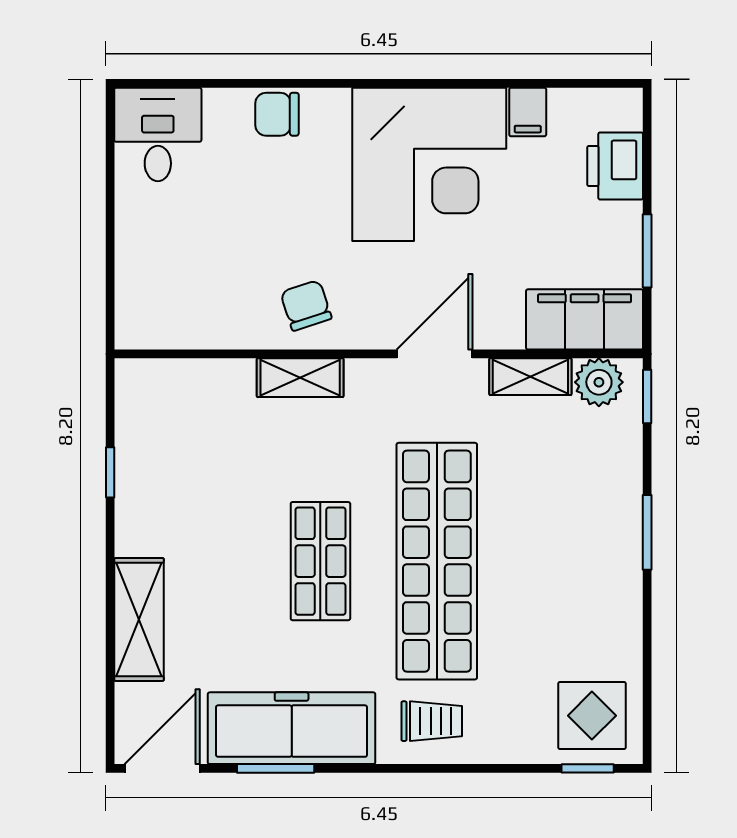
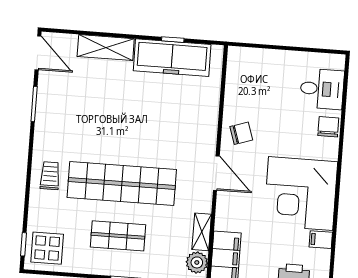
desk: (158, 134) -> (322, 89), moved
door: (434, 354) -> (216, 173), moved
shelving: (300, 378) -> (209, 128), removed
shop shelf: (320, 561) -> (118, 236), moved
trolley: (432, 721) -> (50, 176), turned 180
freezer: (292, 728) -> (172, 58), moved, turned 90

